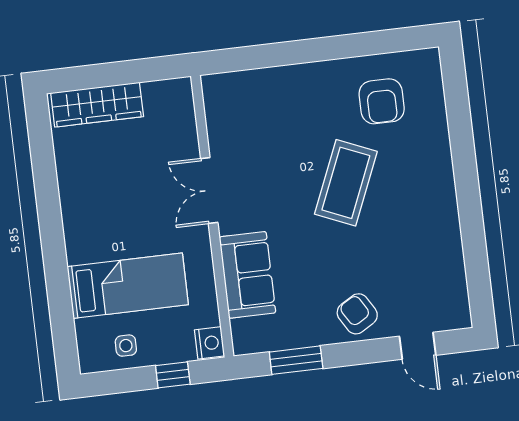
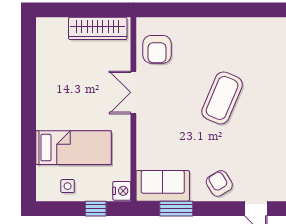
armchair: (382, 101) -> (157, 49), moved
wardrobe: (97, 105) -> (98, 28), moved
sofa: (247, 275) -> (163, 186), moved, turned -90

